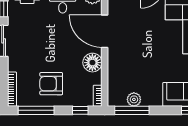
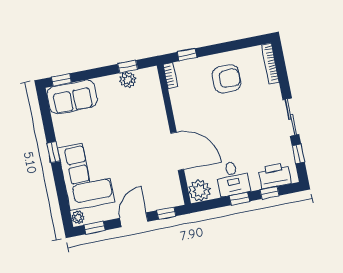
floor lamp: (92, 63) -> (184, 113), removed
window: (36, 110) -> (238, 45), removed
window: (132, 110) -> (128, 67), width x0.46

